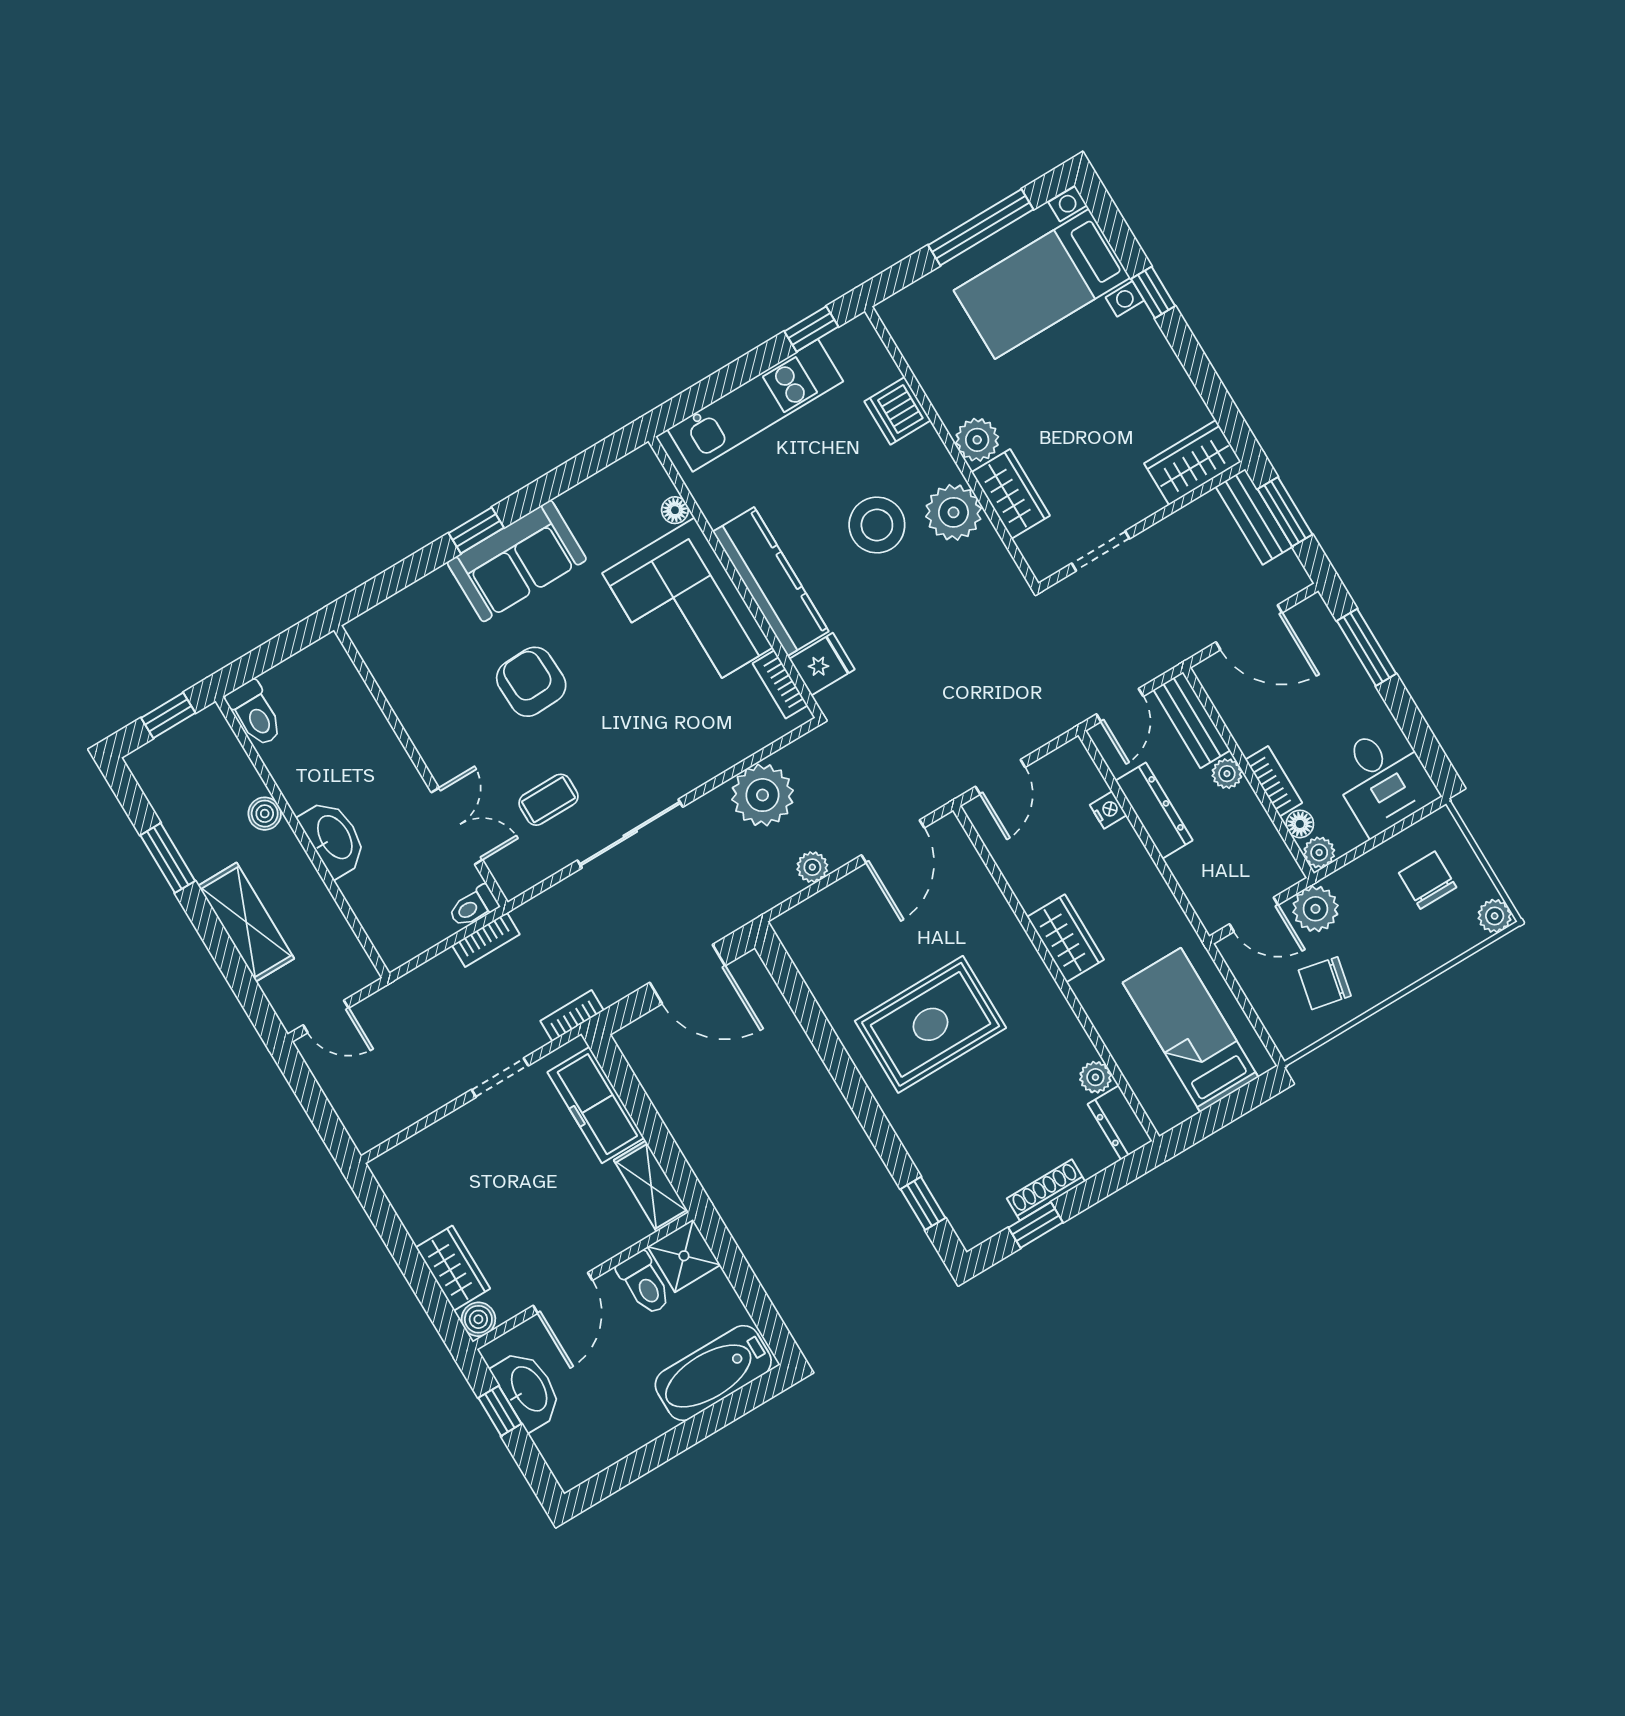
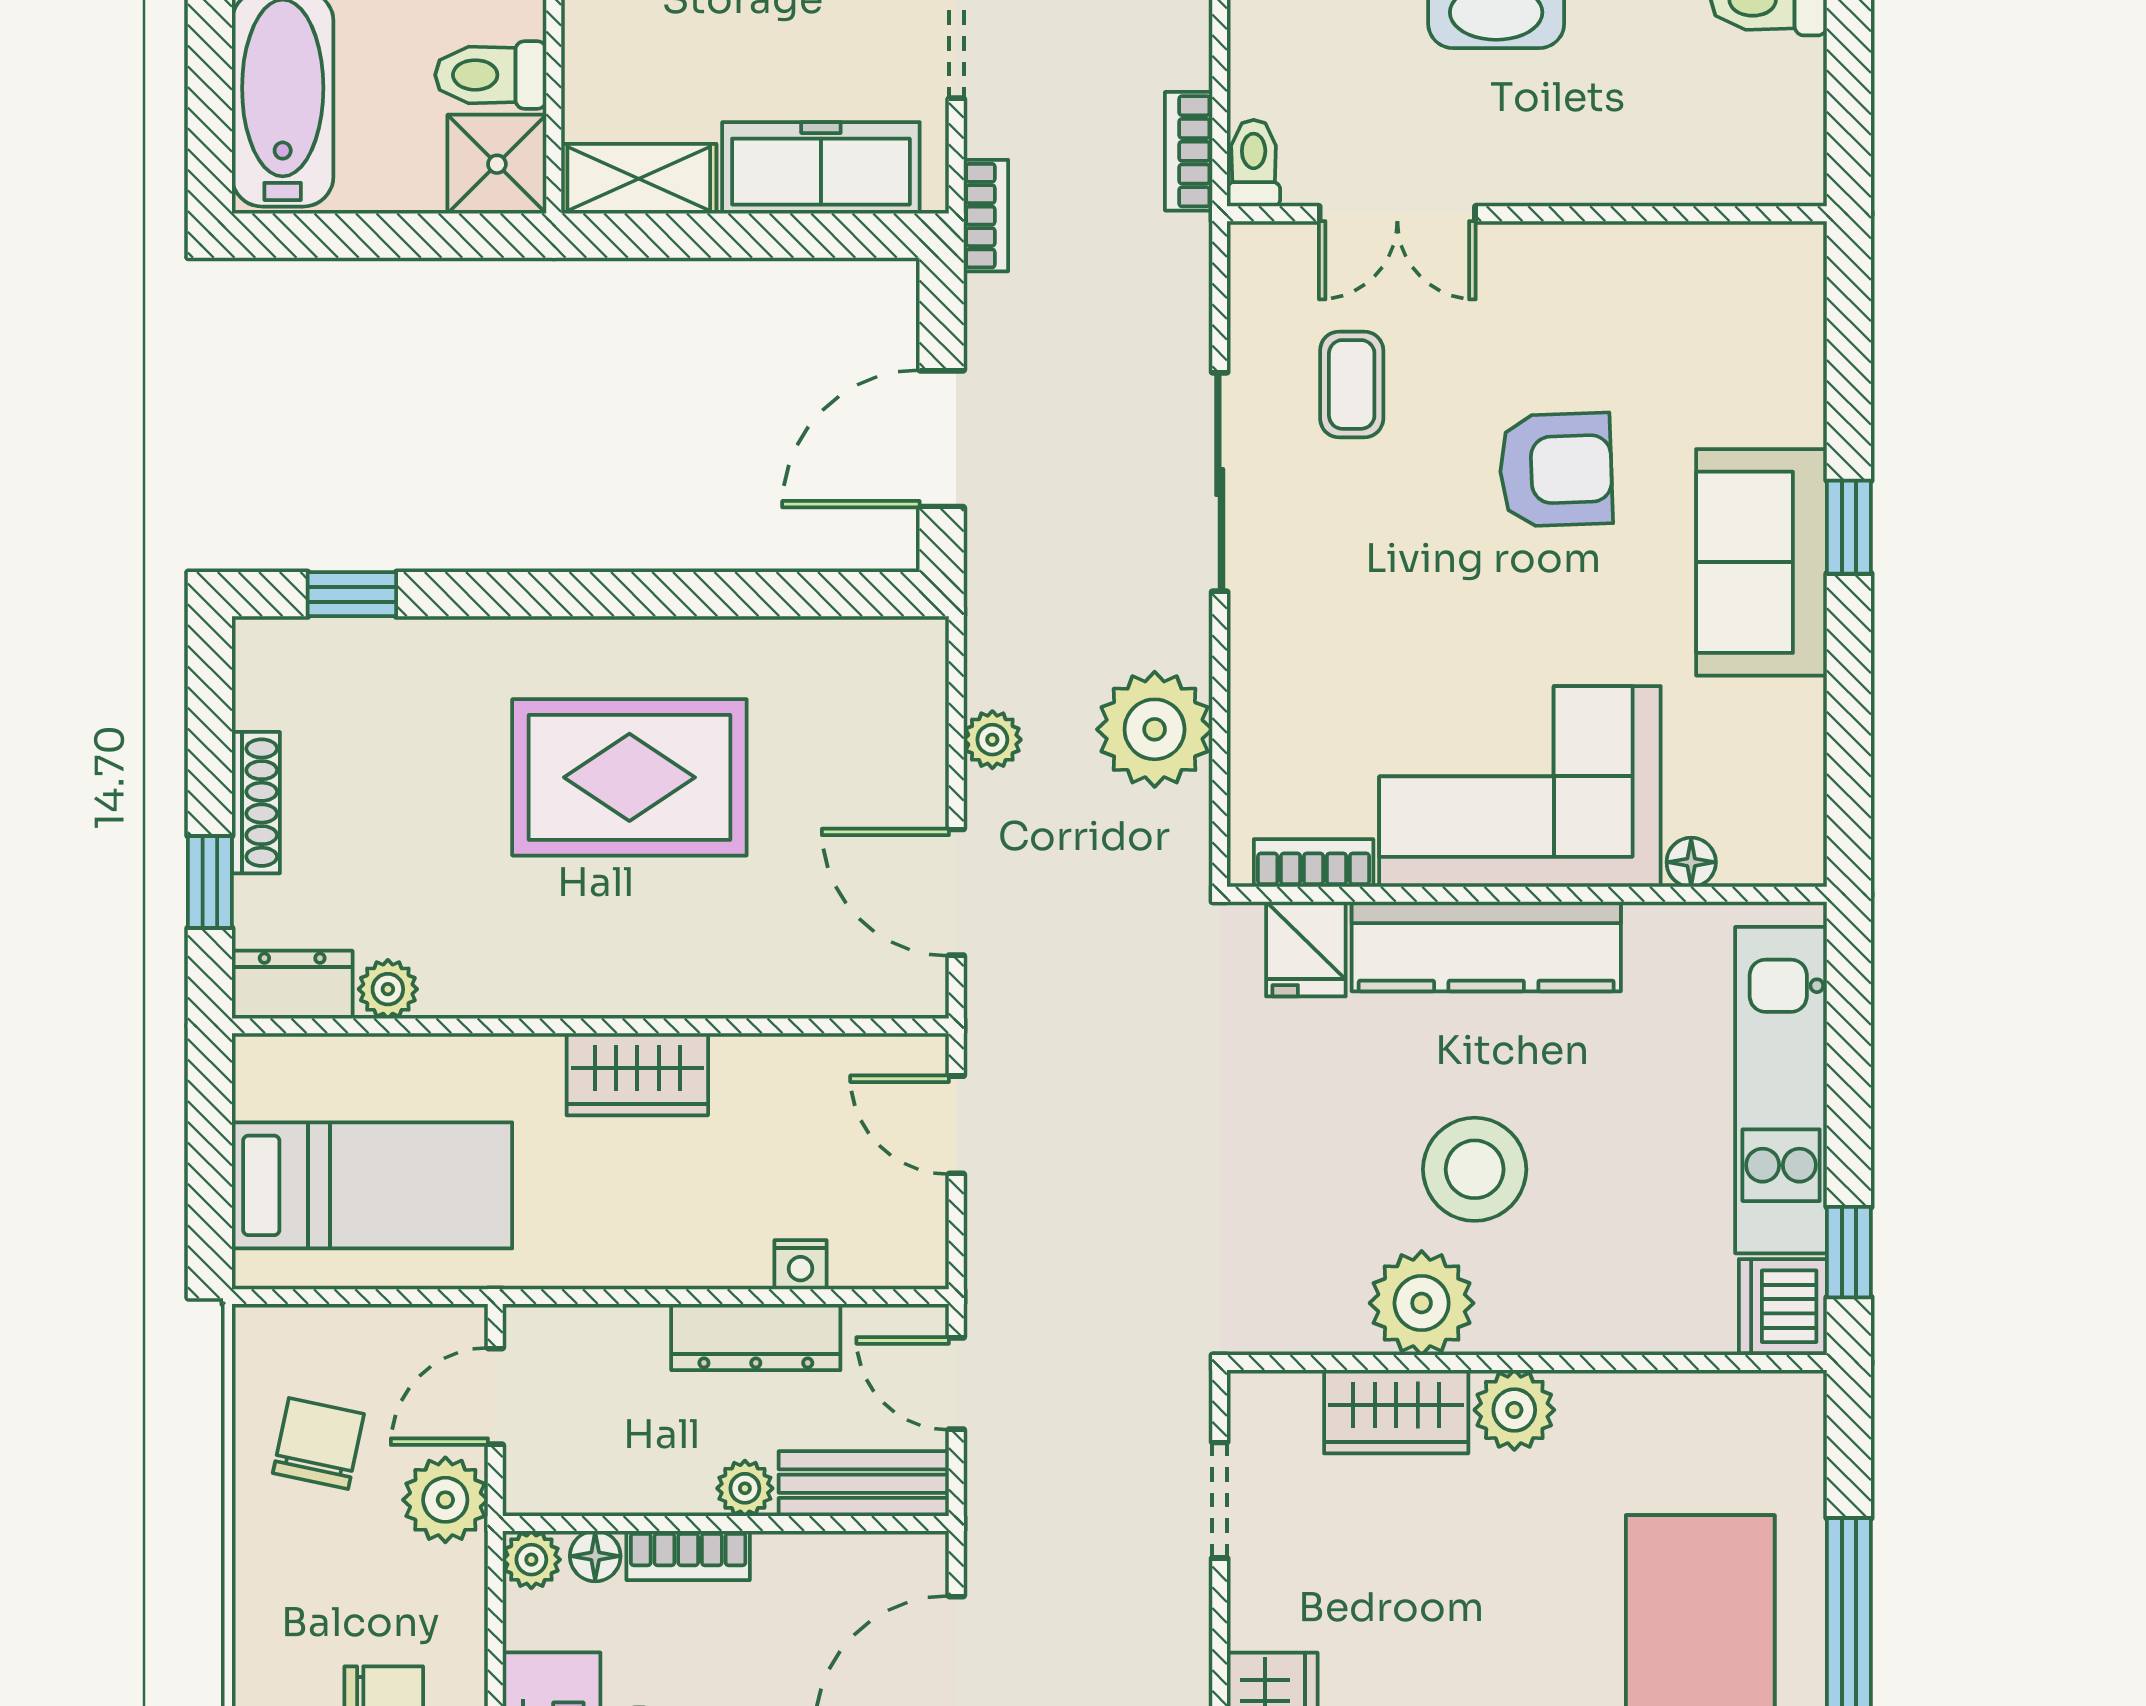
dishwasher: (898, 411) -> (1783, 1306), moved, turned -90
rug: (930, 1024) -> (629, 777), turned 90
window: (1036, 1225) -> (210, 882), moved

